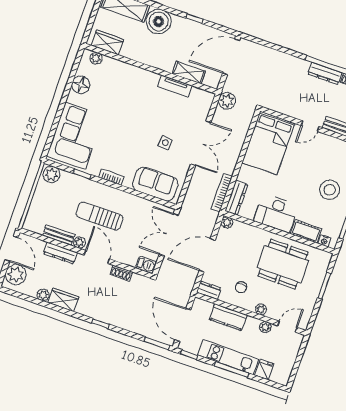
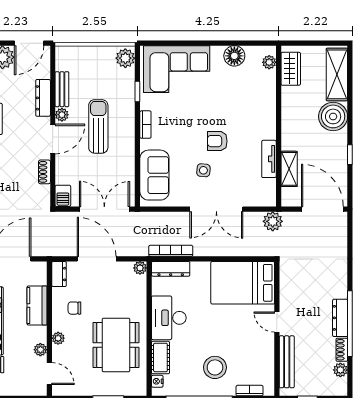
armchair: (145, 123) -> (217, 141), added

